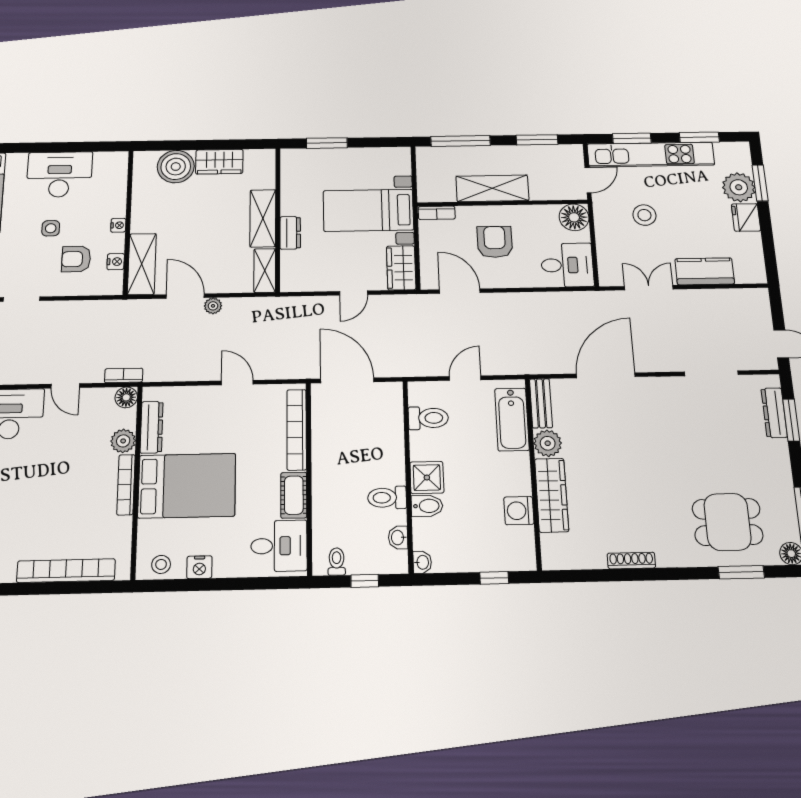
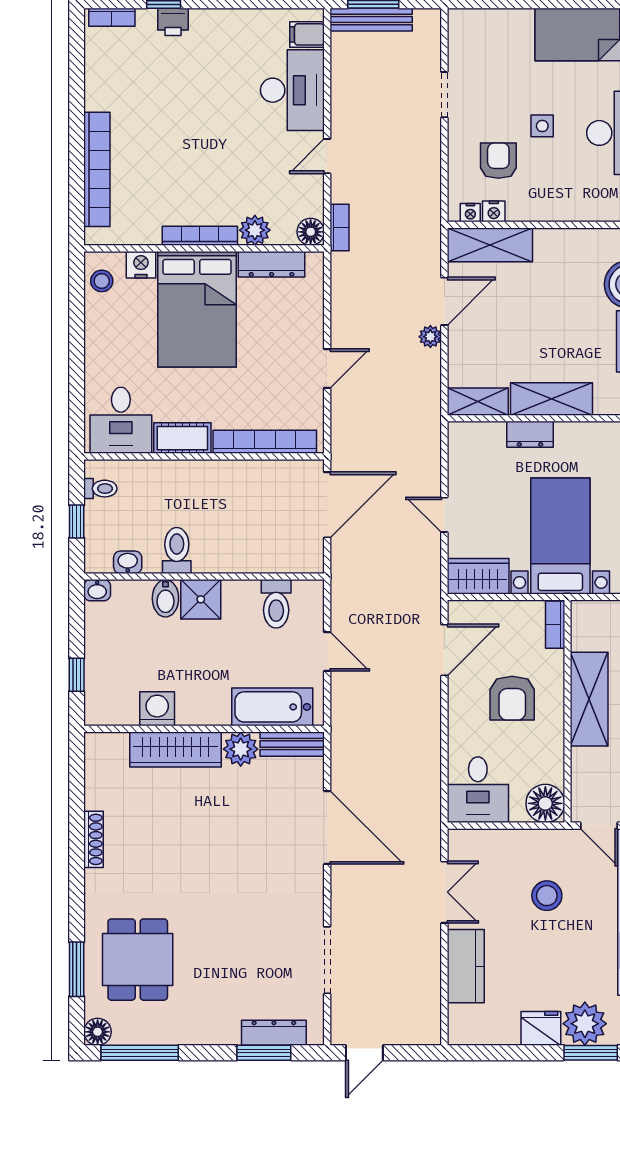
nightstand: (118, 225) -> (470, 213), moved
armchair: (495, 242) -> (512, 698), turned 90
nightstand: (199, 567) -> (141, 265), moved, turned 90

